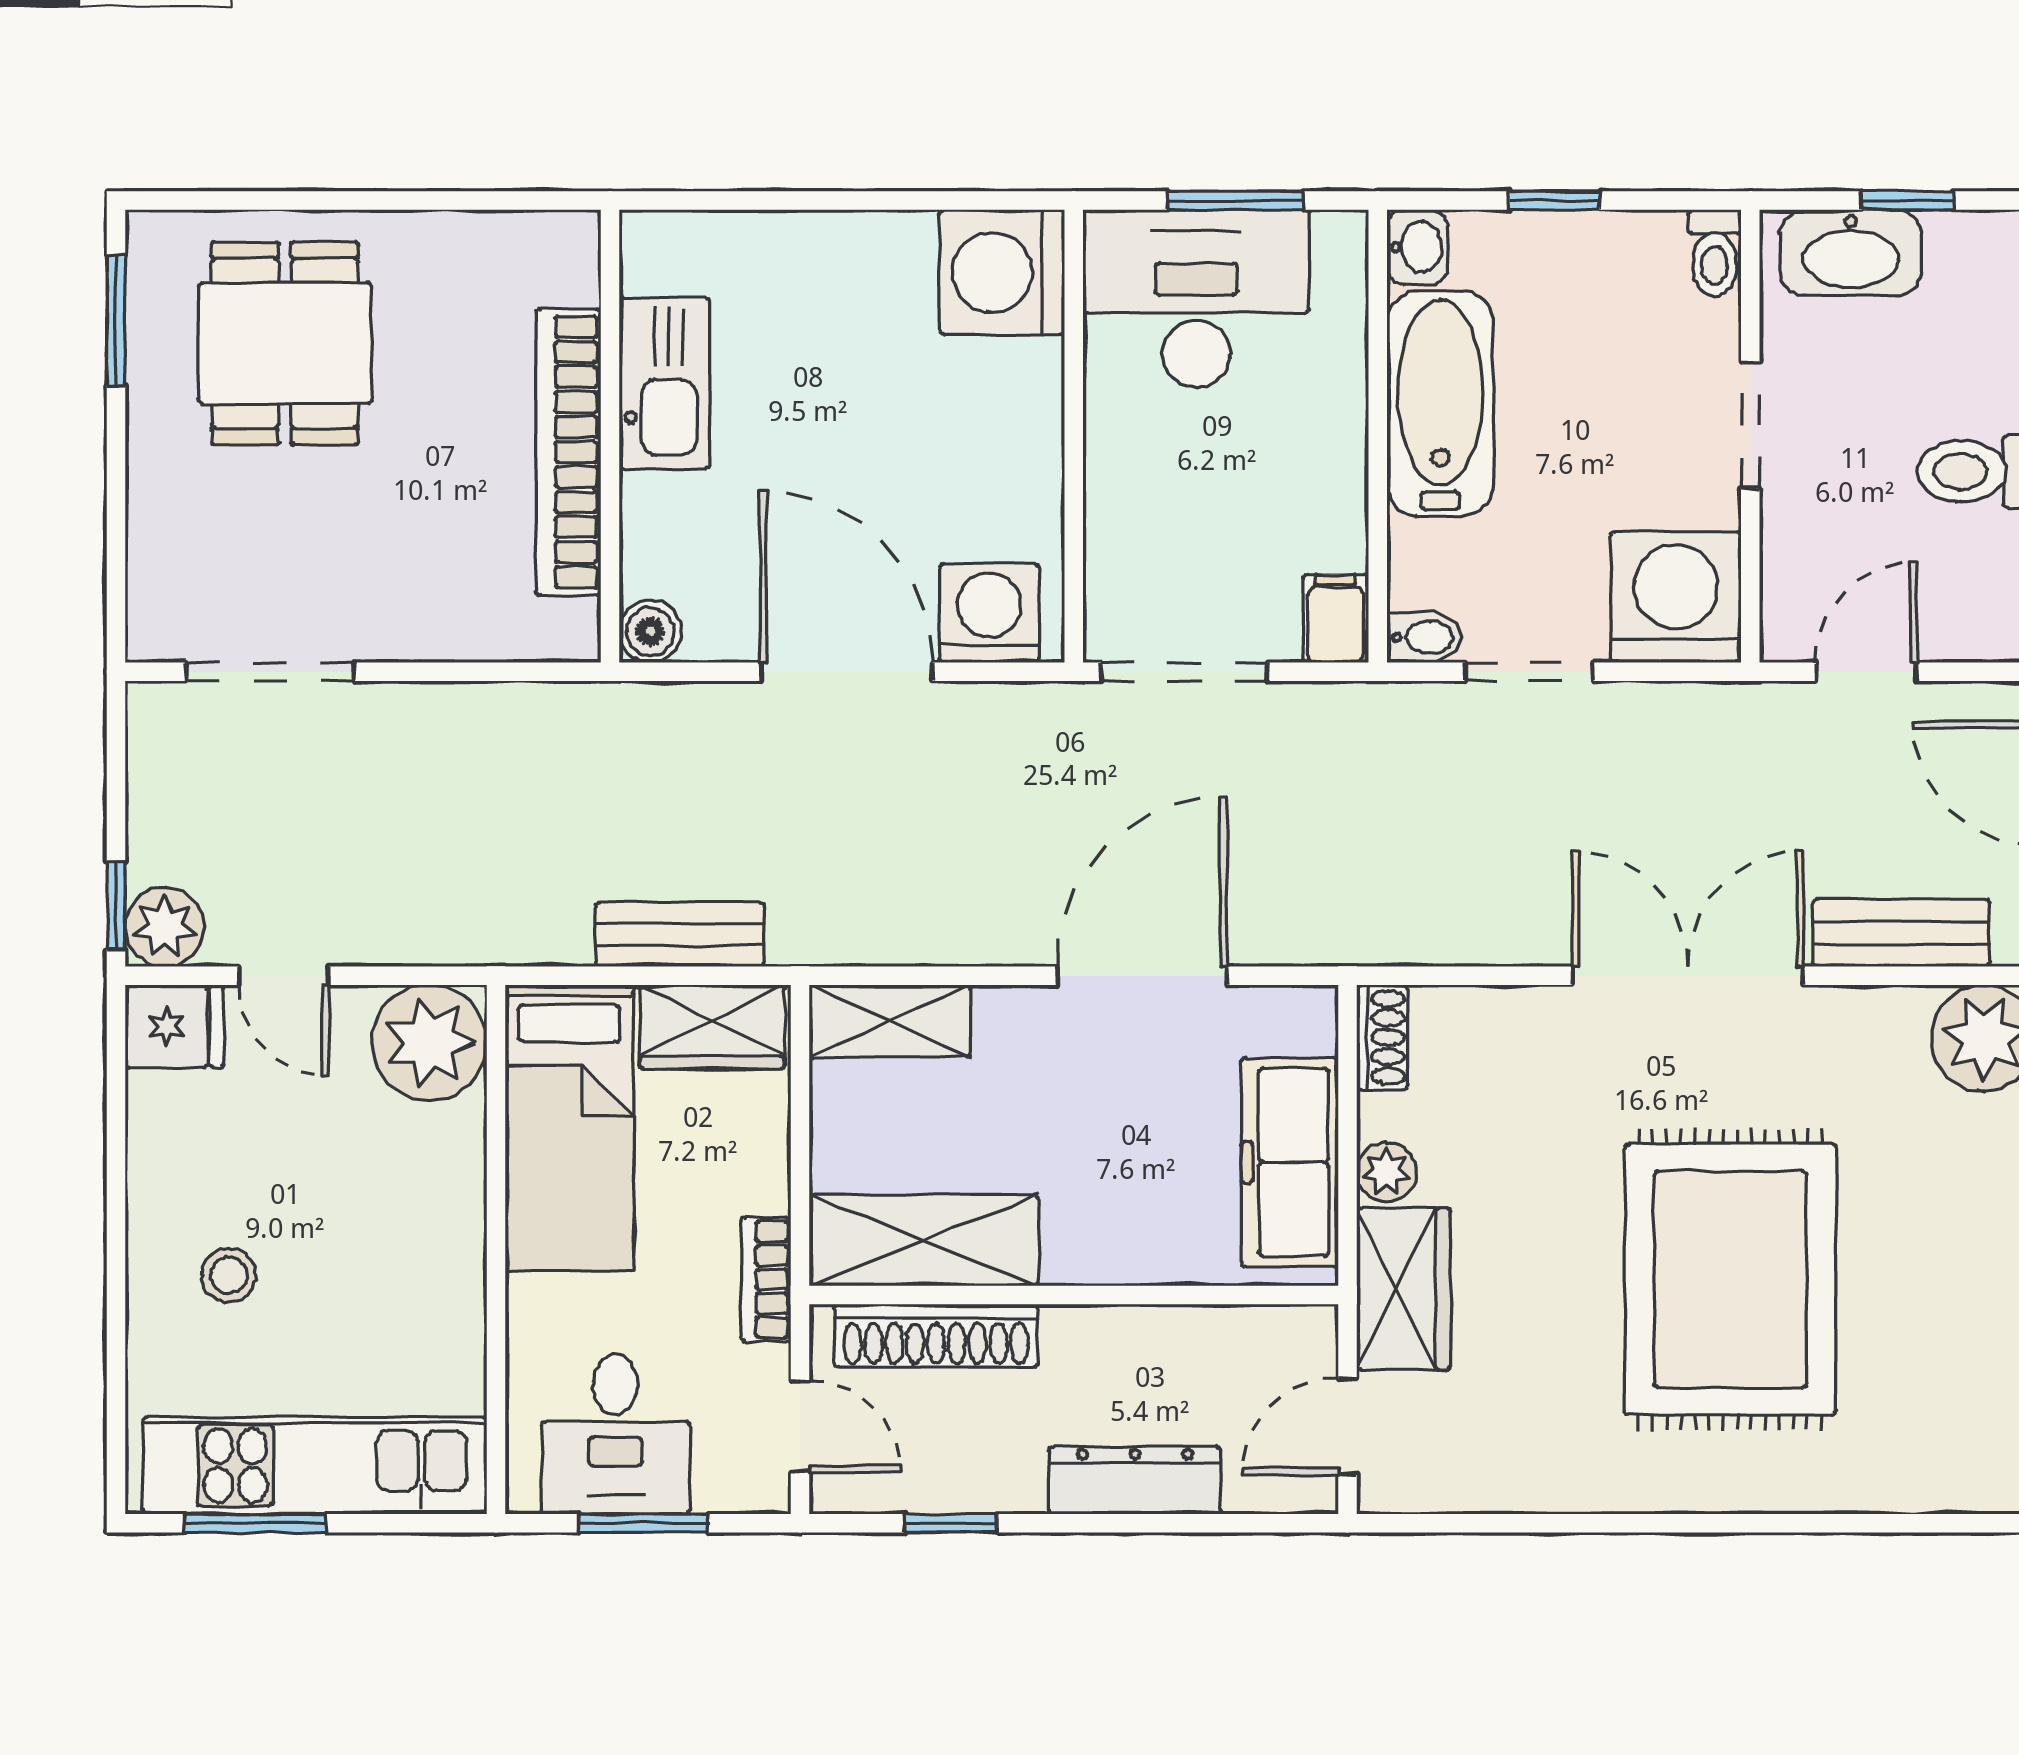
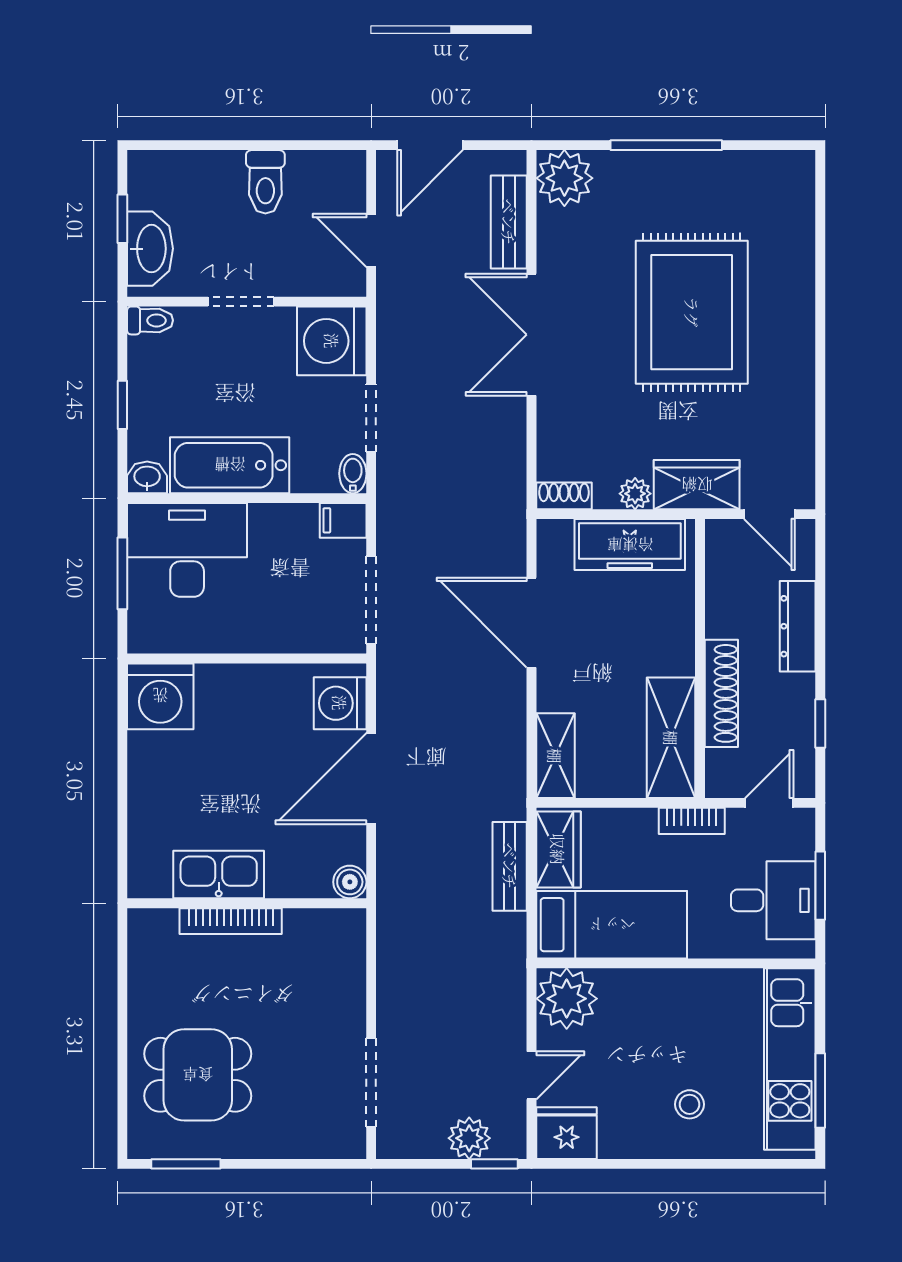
desk: (1196, 299) -> (187, 550), moved, turned 90
bookcase: (568, 452) -> (231, 921), width x0.68, depth x0.76
plant: (165, 927) -> (469, 1138), moved
fridge: (174, 1026) -> (567, 1133), width x1.38
rug: (1730, 1279) -> (692, 312), turned 90
shoe rack: (936, 1336) -> (721, 693), moved

